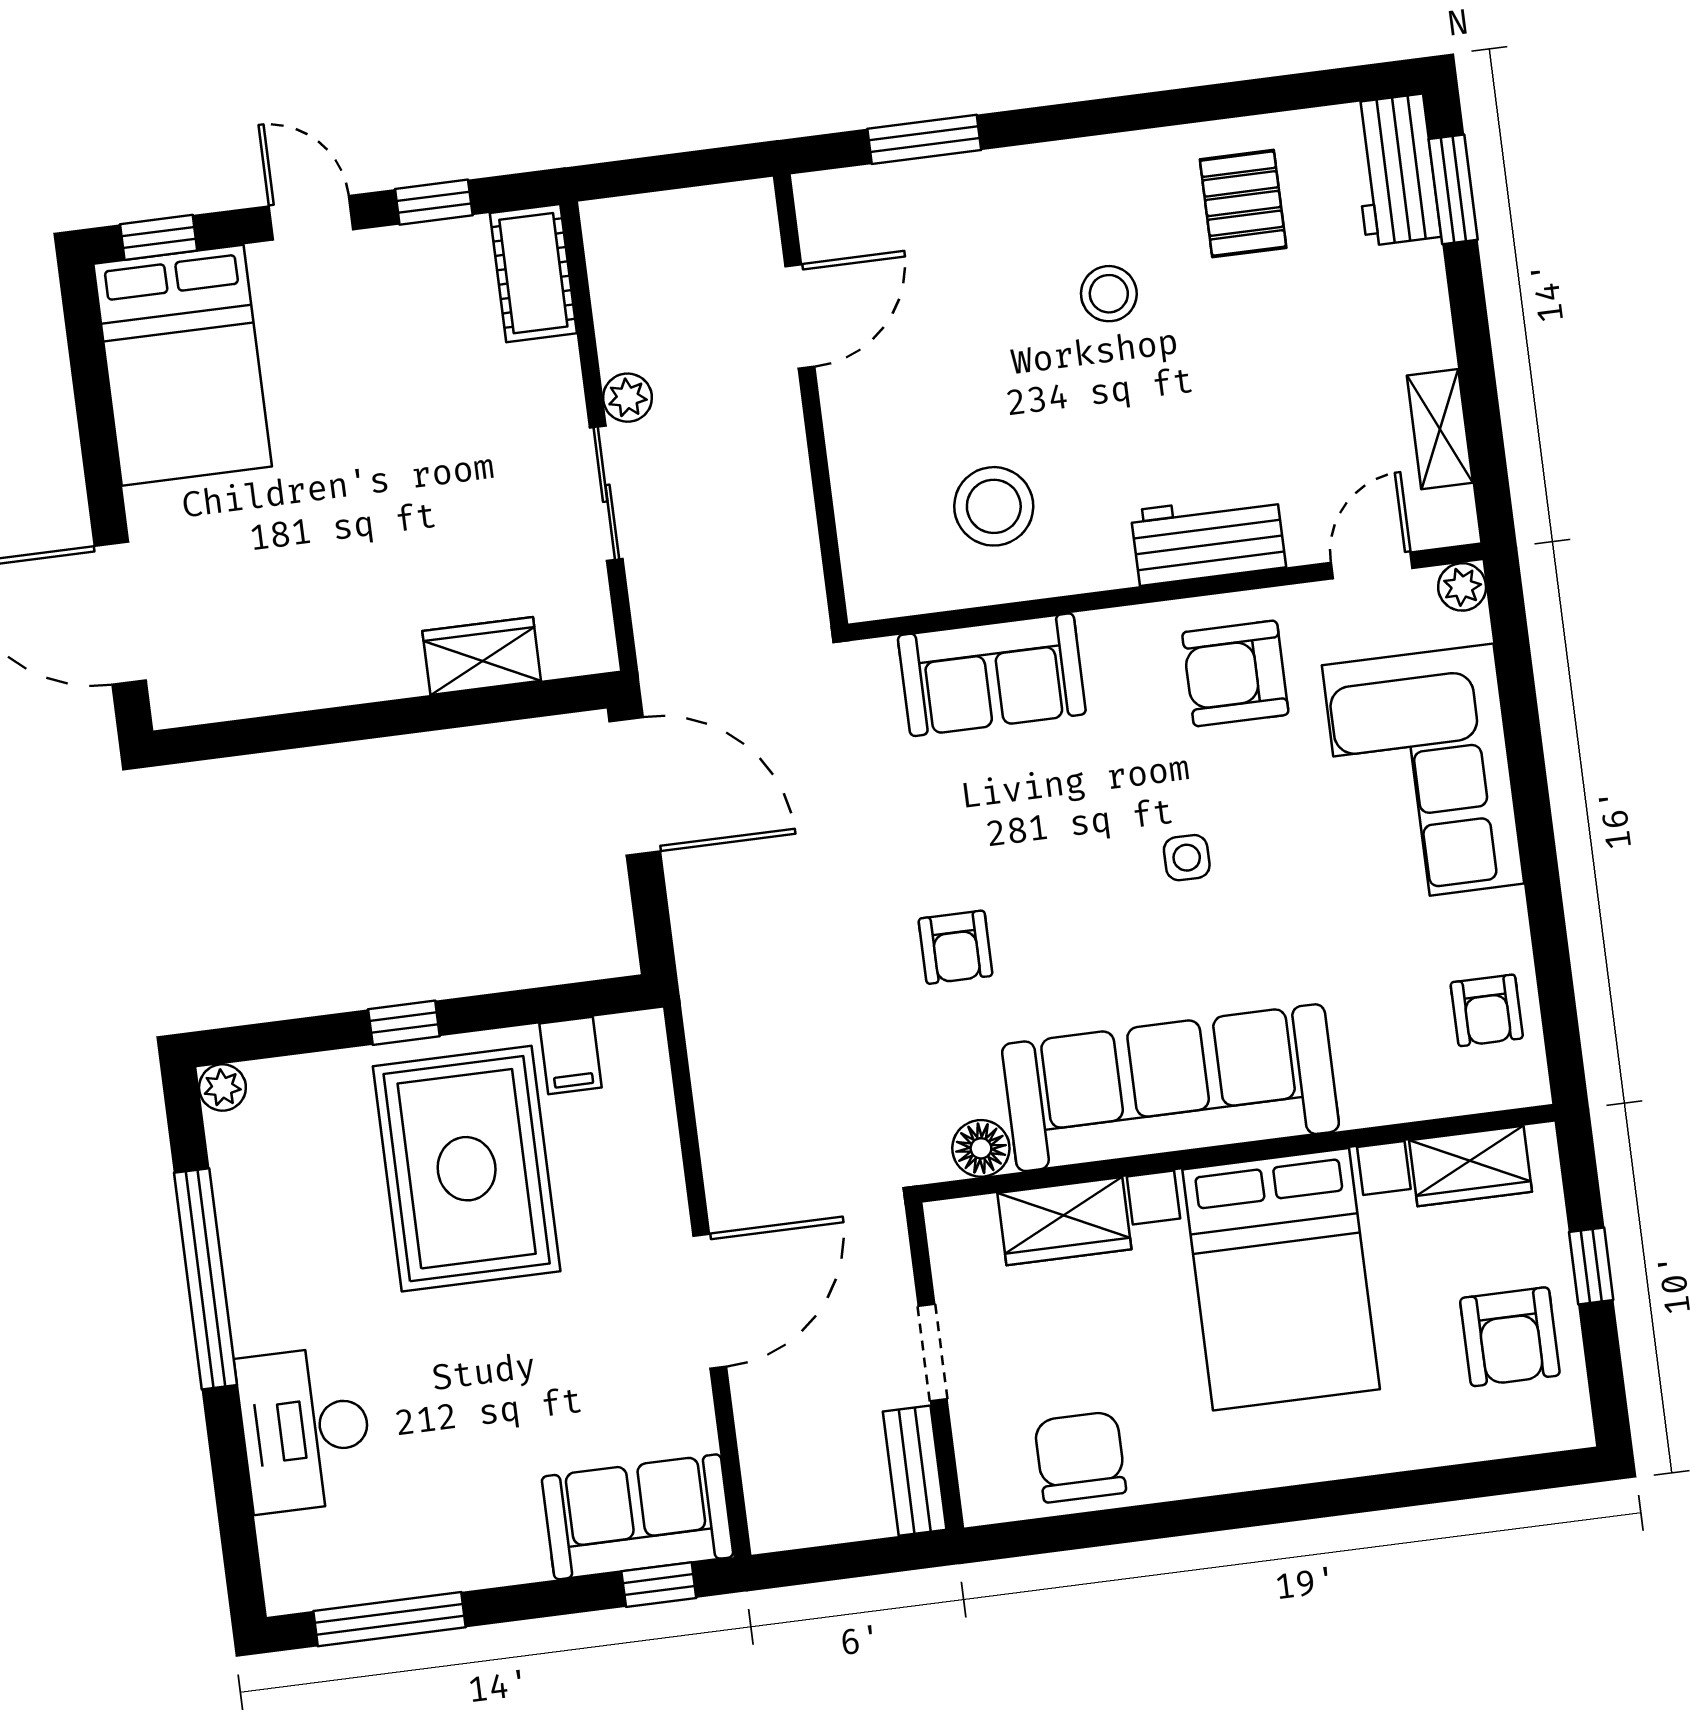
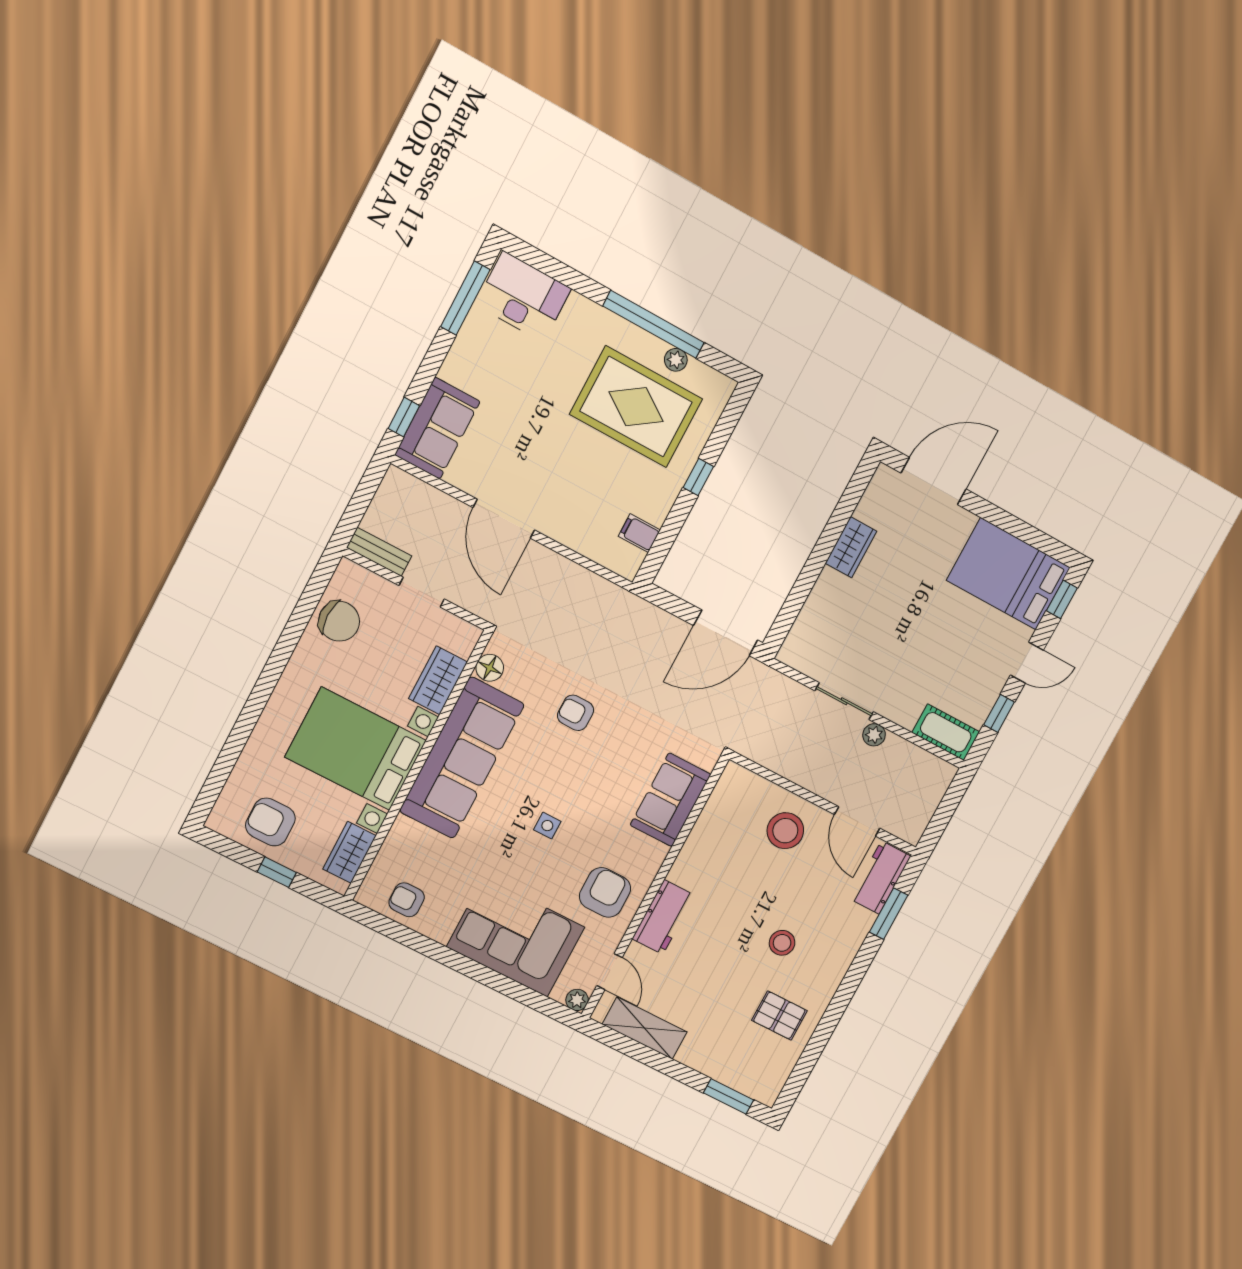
workbench: (1395, 170) -> (880, 877), moved, turned -90
shelving: (1440, 429) -> (645, 1028), width x1.50, depth x1.33
stool: (994, 506) -> (785, 831), moved
wardrobe: (482, 656) -> (851, 547), moved
plant: (222, 1087) -> (676, 360), moved
rug: (467, 1169) -> (636, 407), moved
desk: (305, 1429) -> (523, 297), moved

